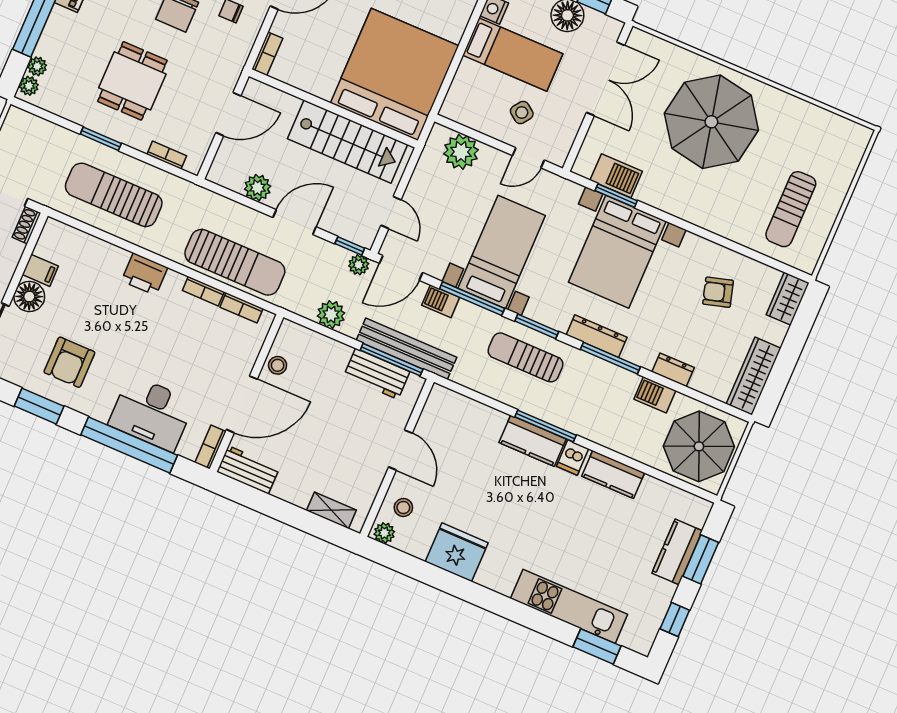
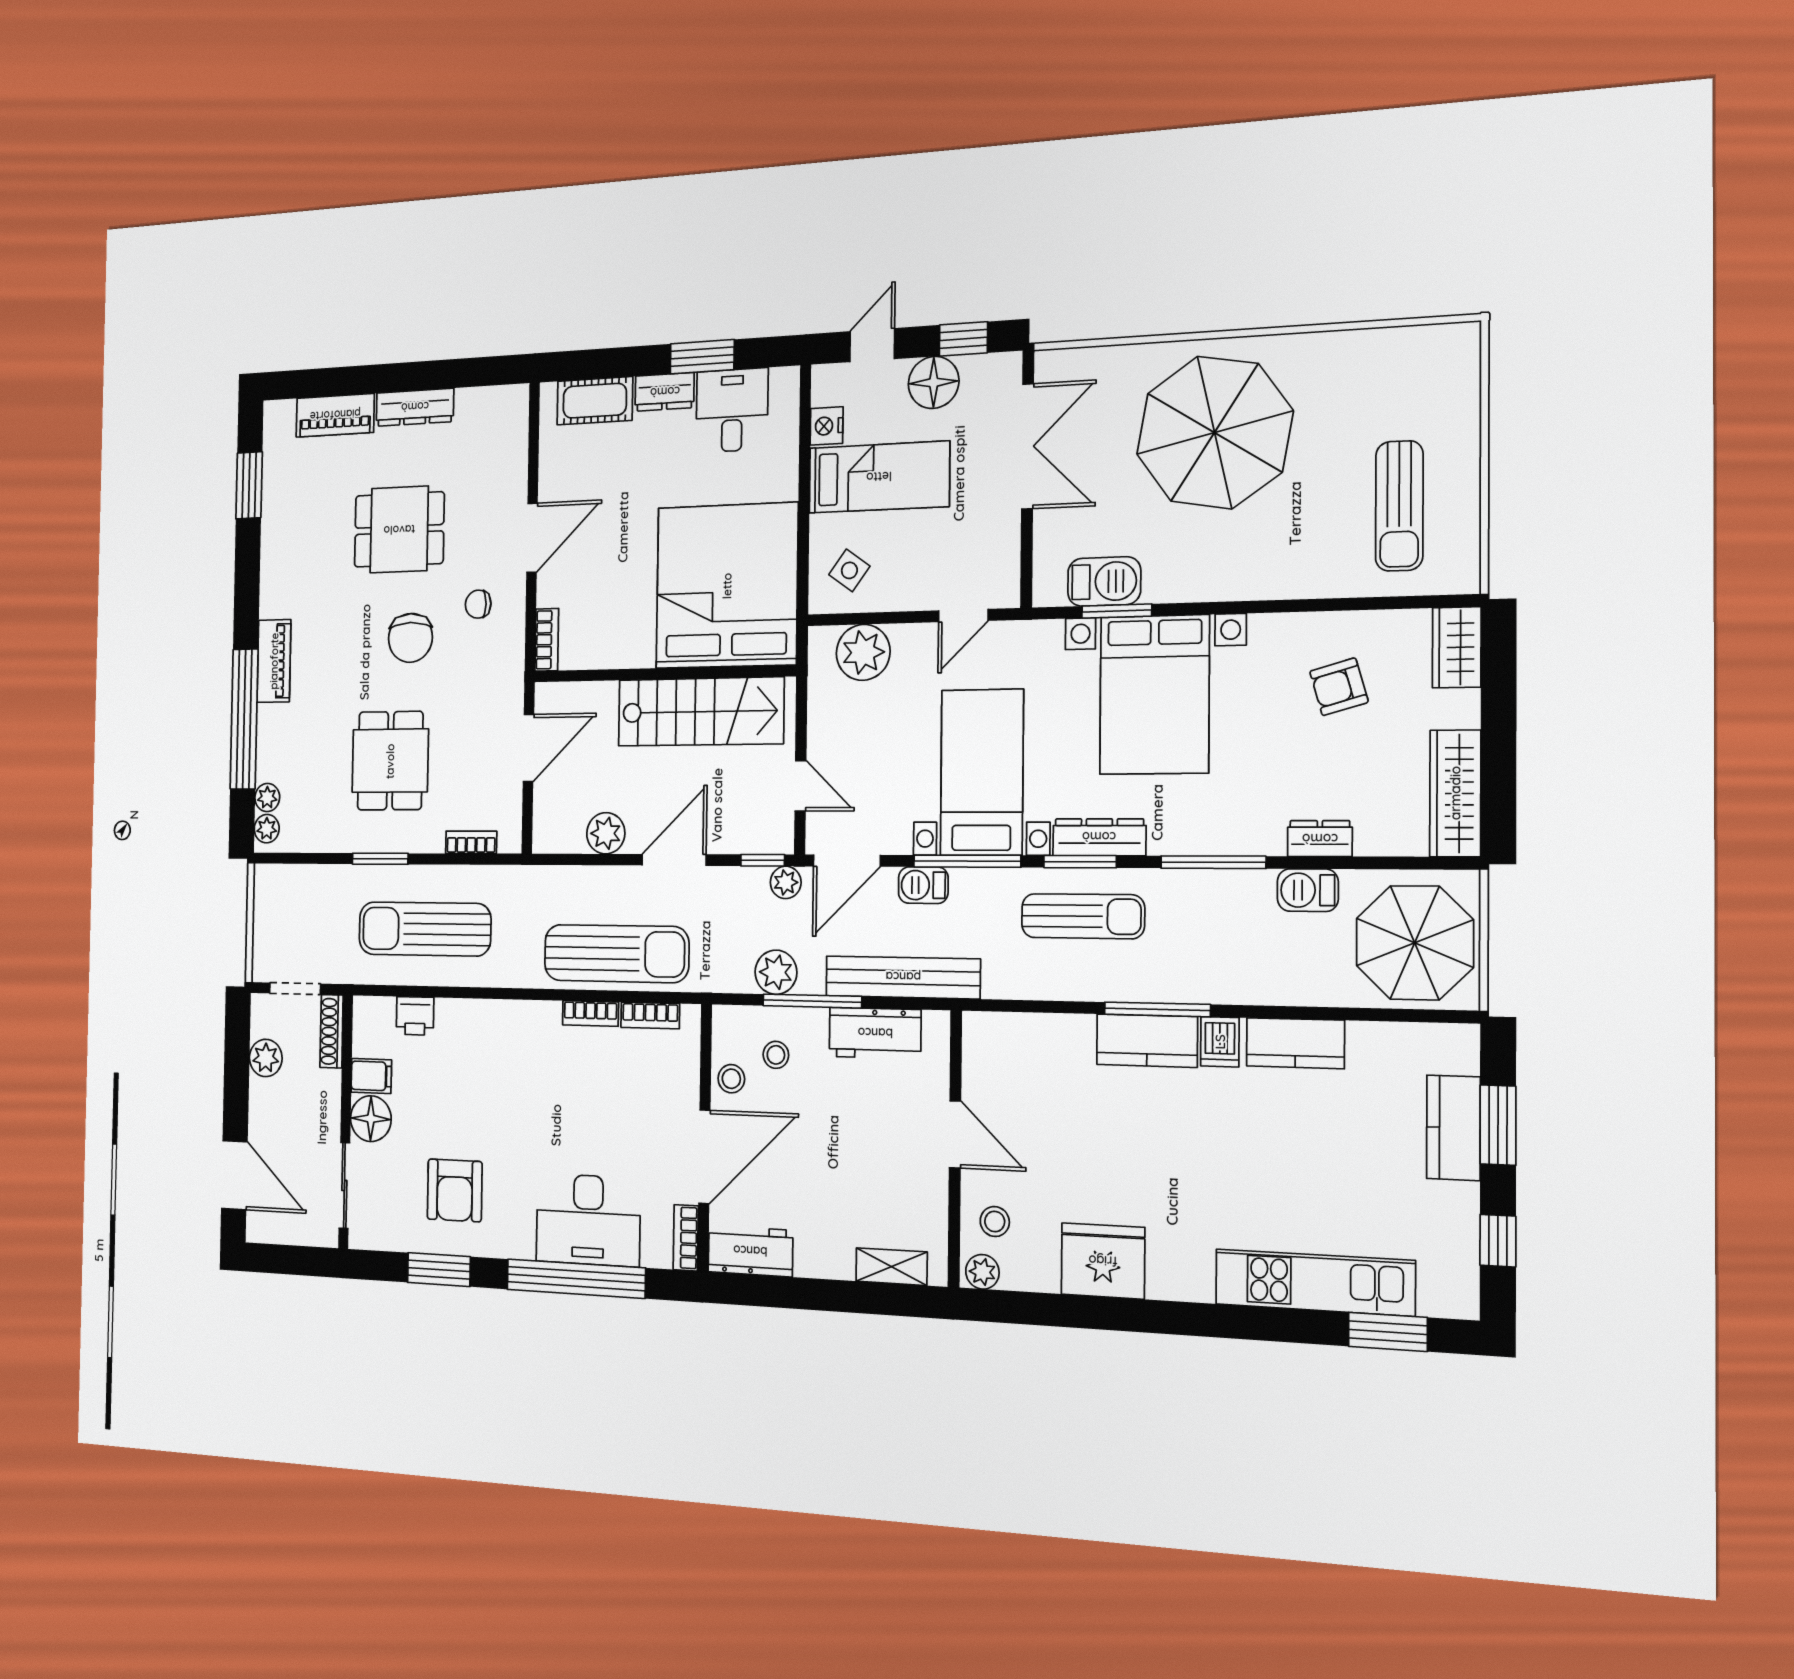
side table: (522, 112) -> (849, 570), moved
shoe rack: (26, 225) -> (332, 1031), width x1.43
printer: (145, 274) -> (415, 1016), moved, width x0.73, depth x0.81
dresser: (597, 336) -> (1099, 837), moved
sun lounger: (526, 357) -> (1083, 916), turned 180
window: (392, 360) -> (812, 1001), moved
stool: (311, 362) -> (776, 1055), added

